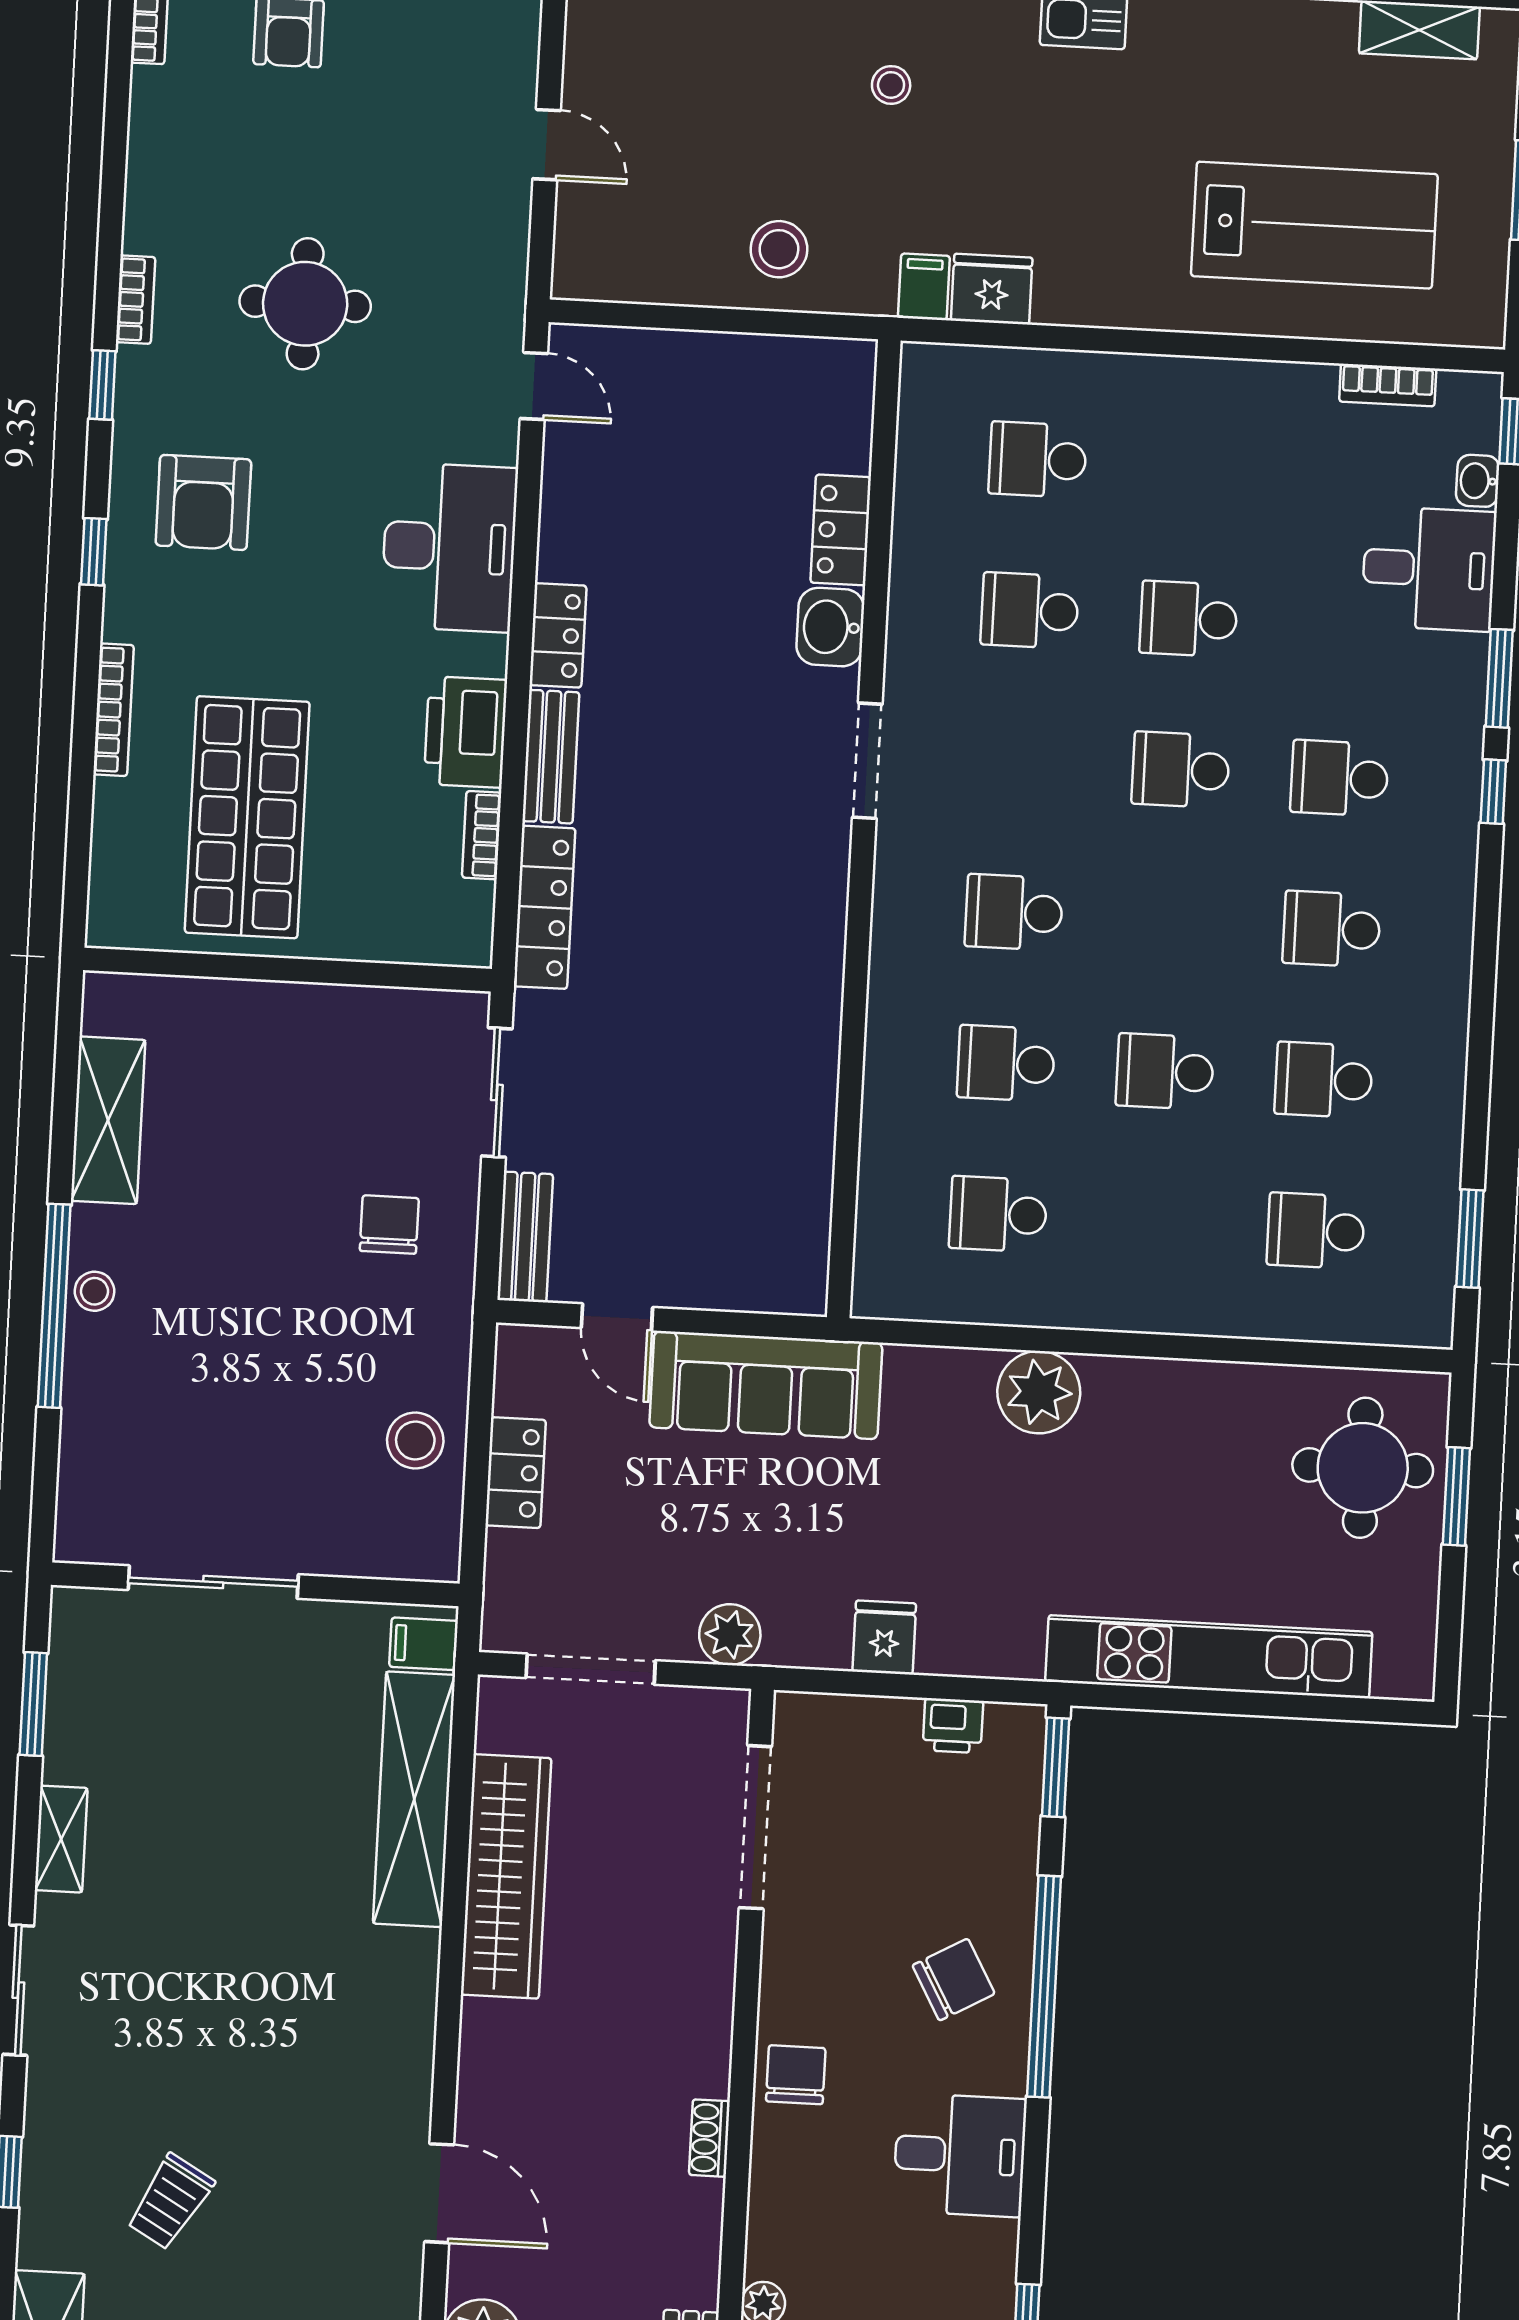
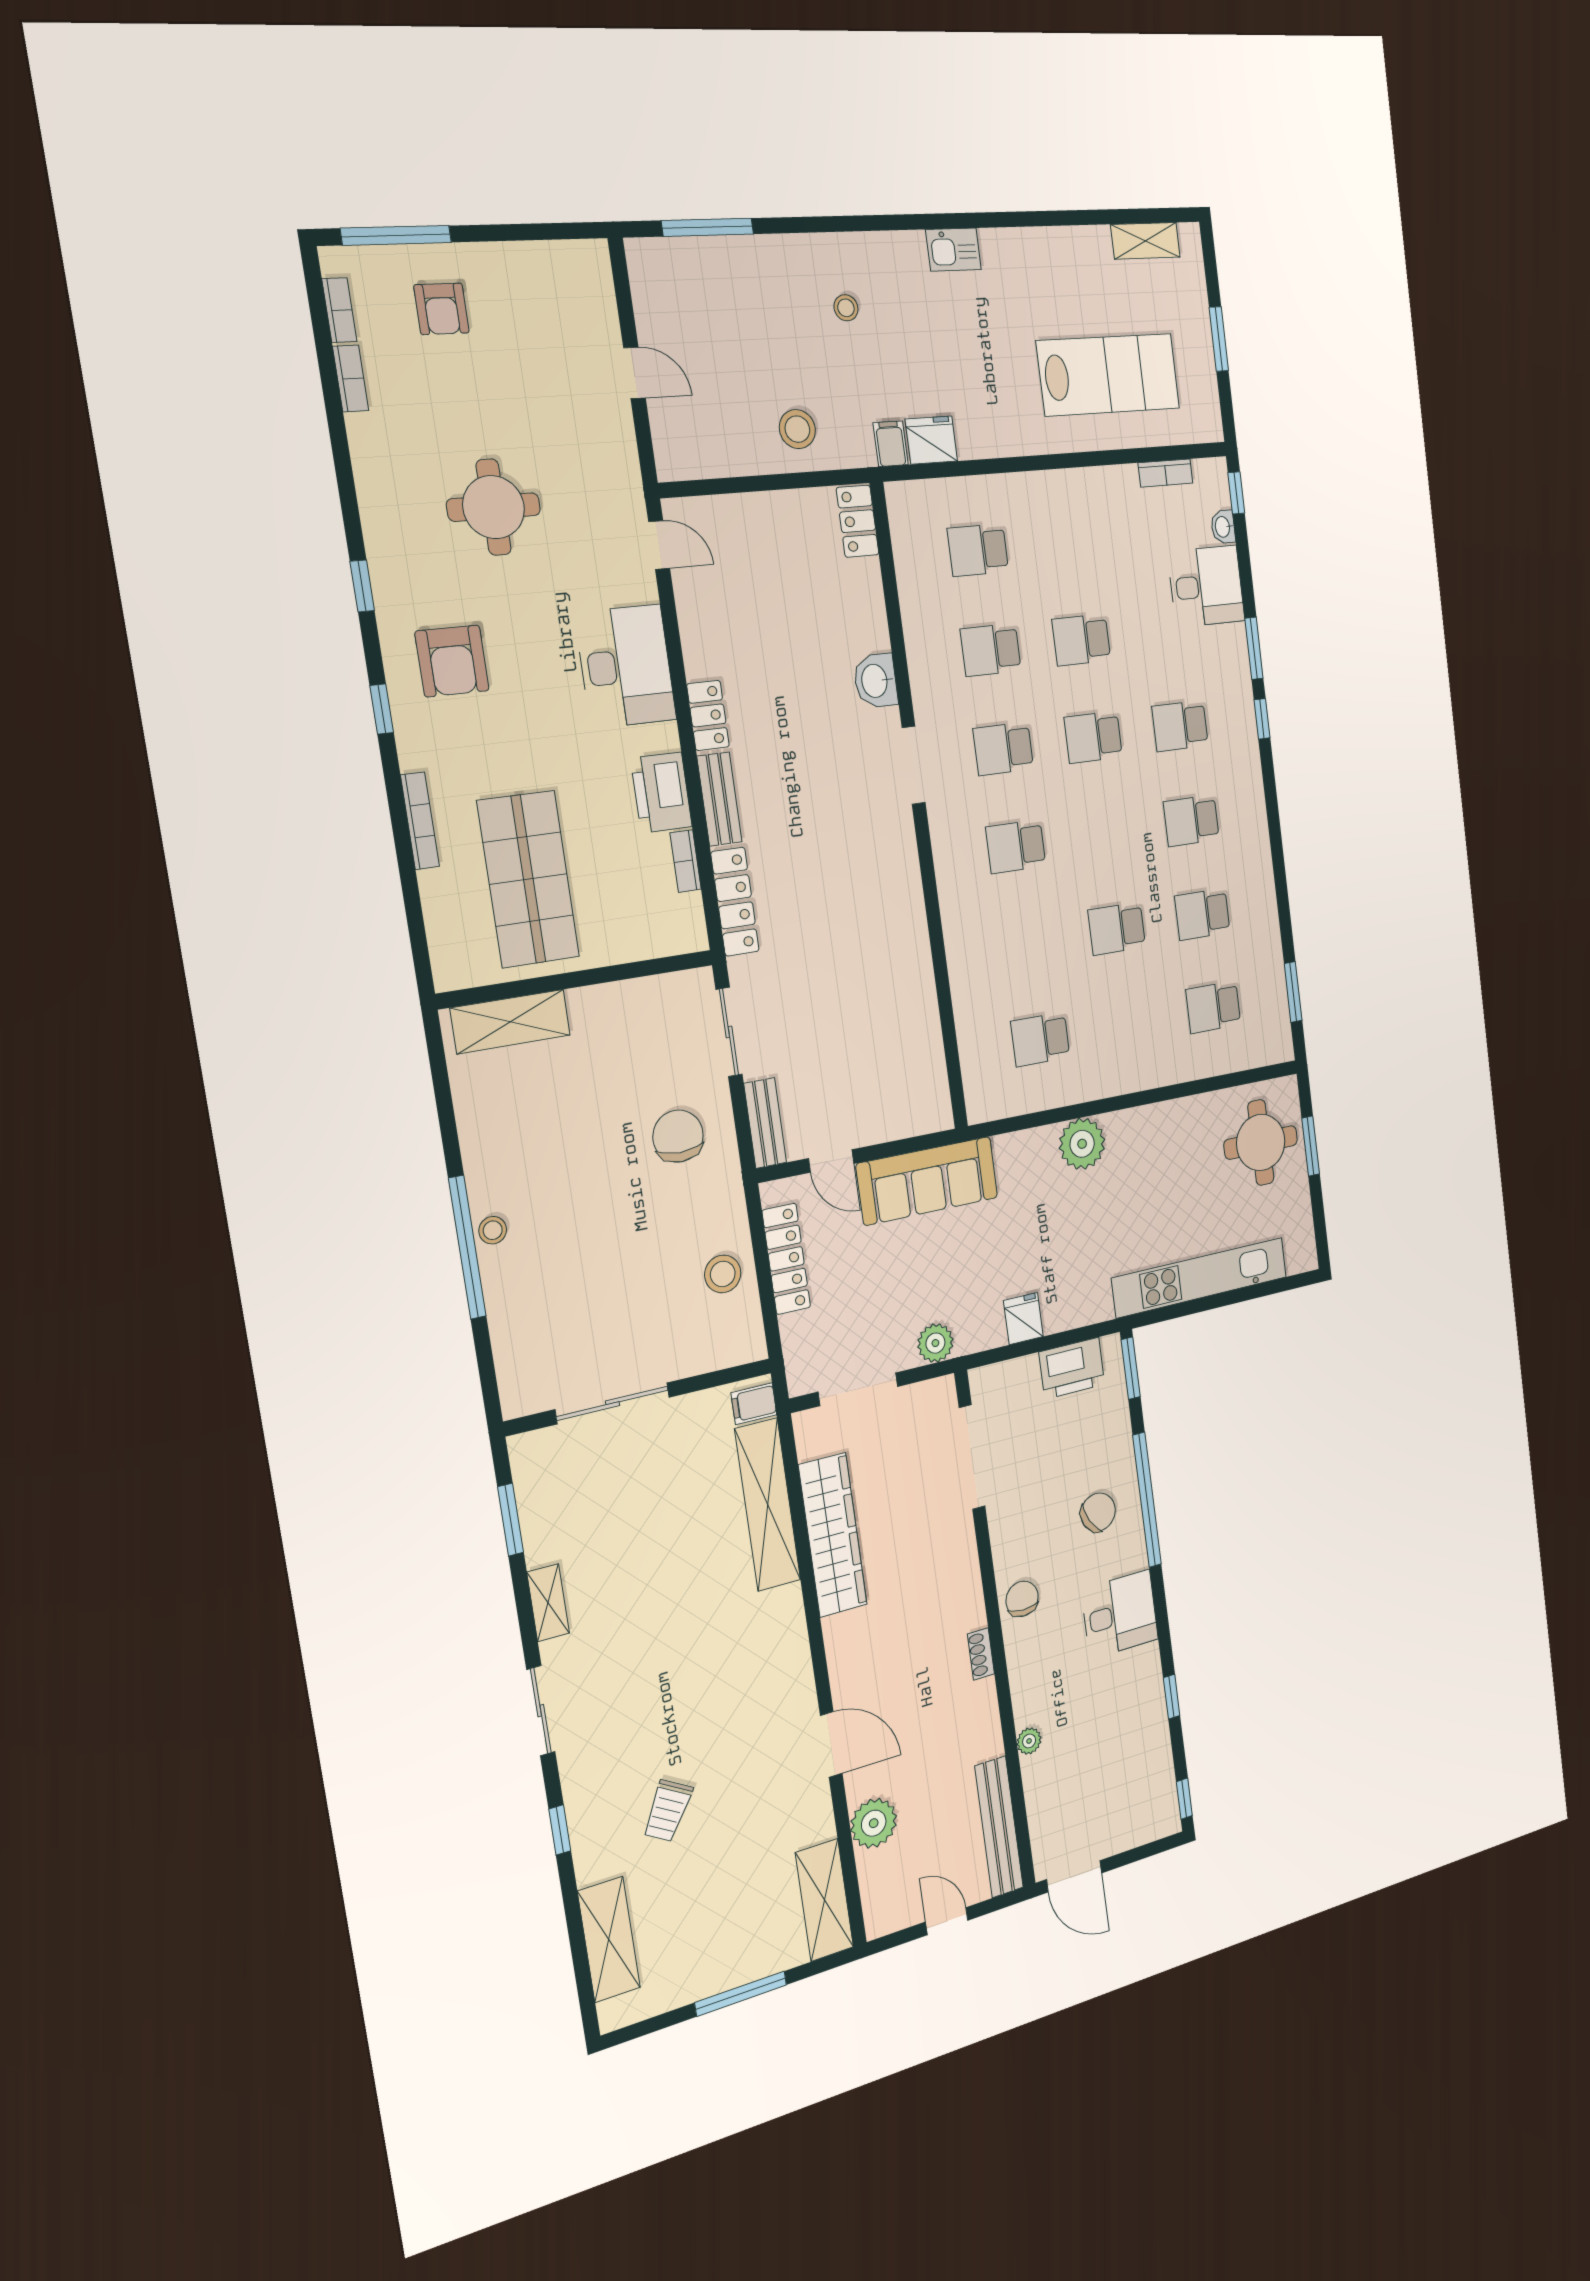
bookcase: (136, 300) -> (351, 378), moved
locker: (841, 530) -> (858, 521), moved
school desk: (1006, 1063) -> (1003, 749), moved
shelving: (108, 1120) -> (510, 1022), moved, turned 90
chair: (389, 1225) -> (678, 1136), width x1.37, depth x1.37
locker: (516, 1473) -> (786, 1259), width x1.53
printer: (953, 1726) -> (1072, 1368), width x1.87, depth x1.48

